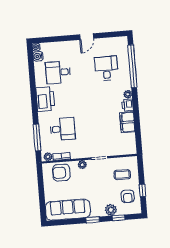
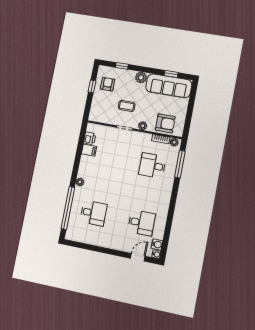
door: (87, 37) -> (138, 257), moved
desk: (106, 68) -> (93, 213), turned -90
printer: (45, 99) -> (161, 200), removed
printer: (128, 105) -> (90, 138), moved
filing cabinet: (127, 122) -> (89, 150), width x0.50
coffee table: (122, 175) -> (127, 106), moved
plant: (111, 210) -> (141, 77), moved
window: (93, 220) -> (171, 74), moved

